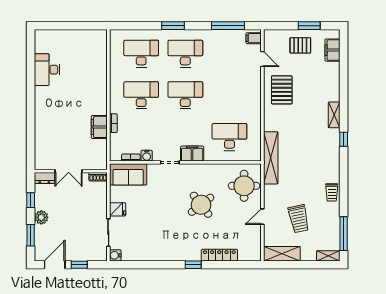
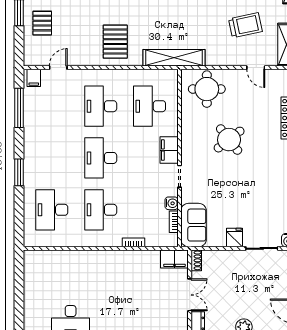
desk: (185, 54) -> (101, 106), moved
pallet: (282, 90) -> (115, 42), moved, turned 90
filing cabinet: (99, 127) -> (174, 259), moved
door: (262, 217) -> (256, 68), moved

